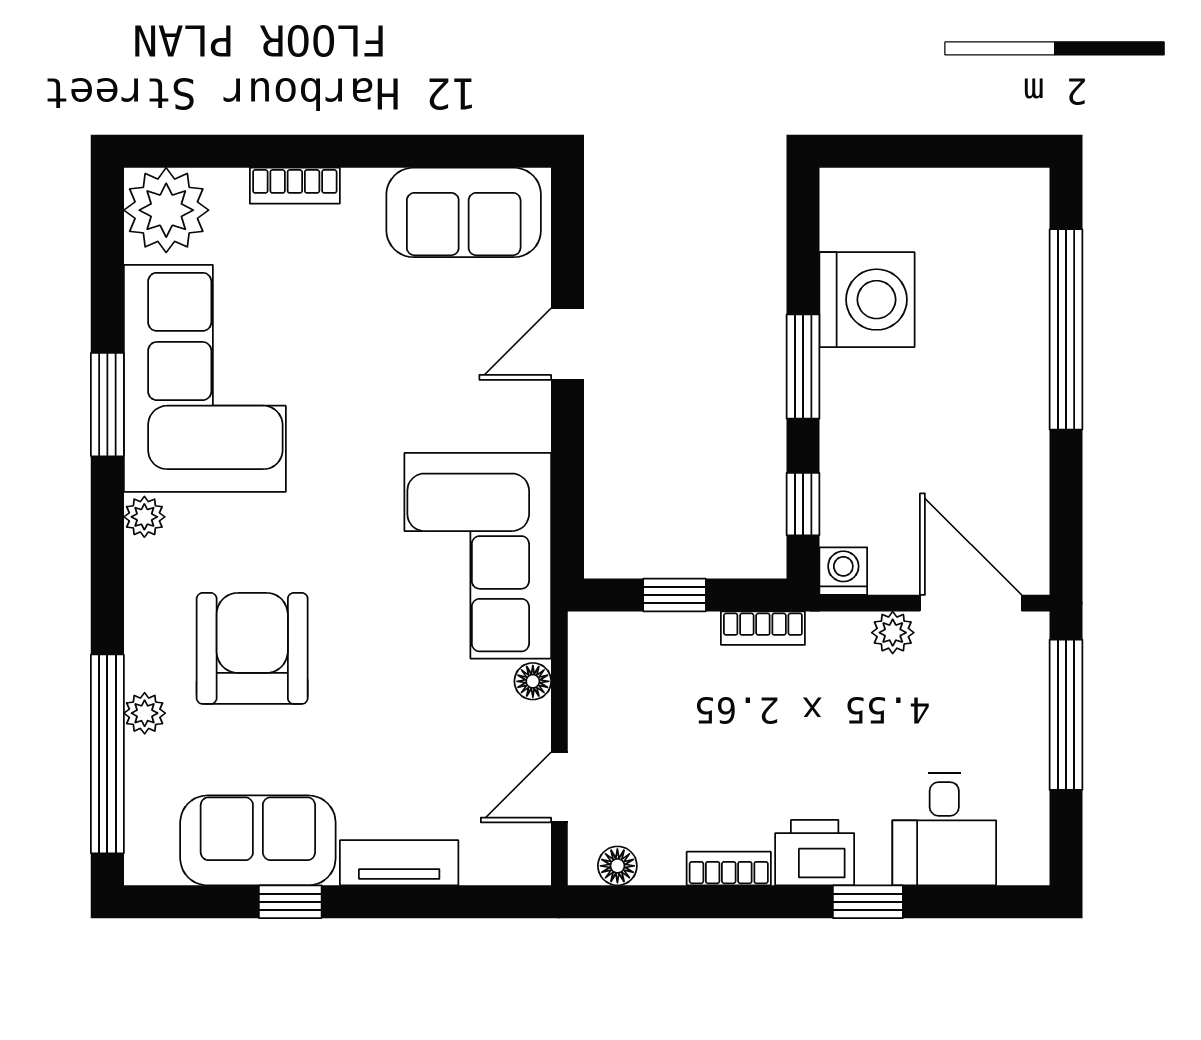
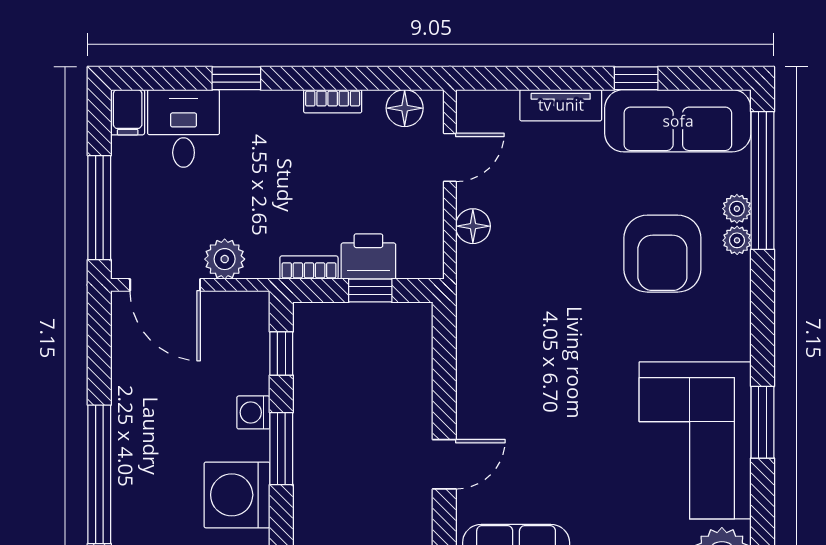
plant: (144, 517) -> (737, 240), moved
corner sofa: (478, 556) -> (506, 318), removed
washing machine: (843, 571) -> (253, 412), moved, turned 90
plant: (893, 633) -> (225, 259), width x1.38, depth x1.38
floor lamp: (533, 681) -> (473, 226), width x1.37, depth x1.37
sofa: (258, 840) -> (678, 121), width x1.36
printer: (815, 853) -> (368, 257), moved, turned 180
filing cabinet: (1025, 853) -> (128, 112), added
floor lamp: (617, 866) -> (405, 108), width x1.37, depth x1.37

